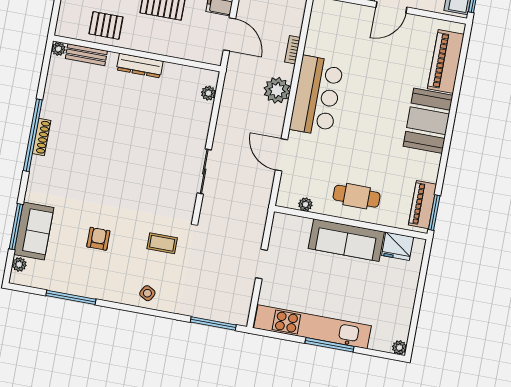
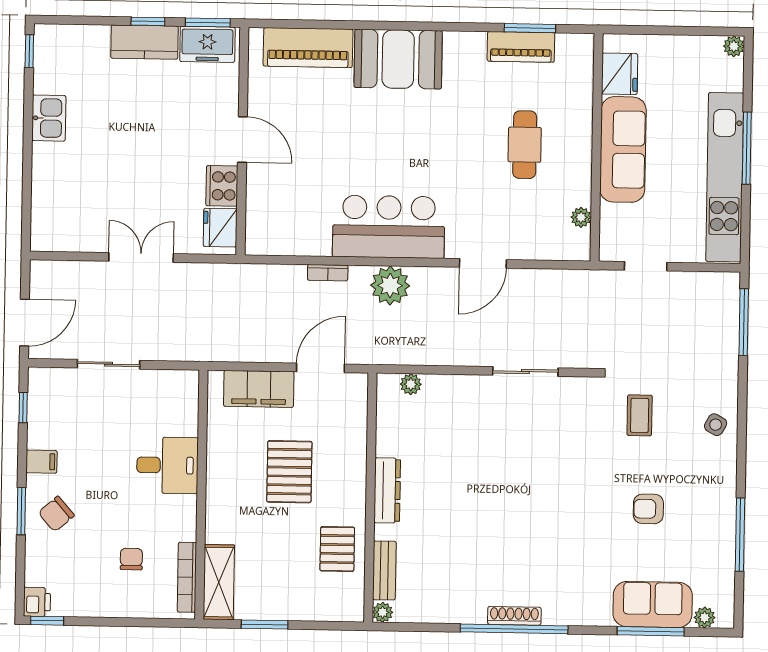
plant: (305, 204) -> (581, 217), moved
wall: (351, 223) -> (596, 147), moved
sofa: (346, 240) -> (623, 149), moved
fridge: (398, 246) -> (620, 74), moved

